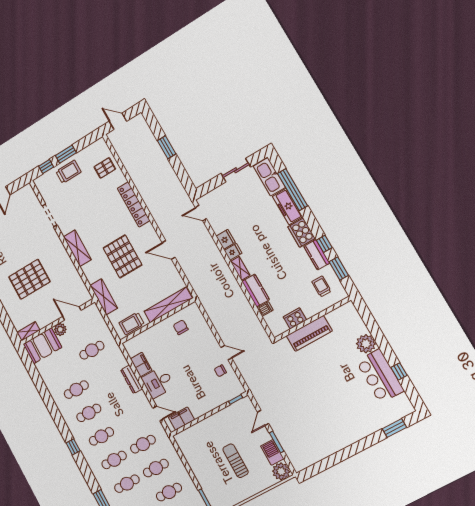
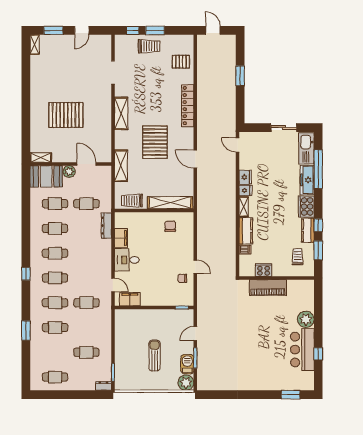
dresser: (132, 379) -> (106, 226), moved
cafe table: (156, 468) -> (55, 204), moved

